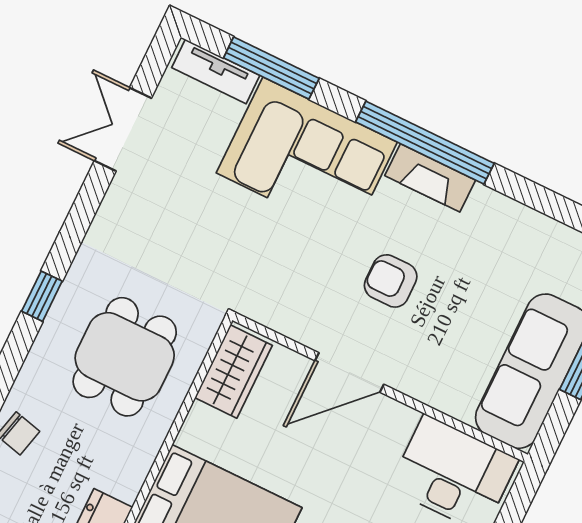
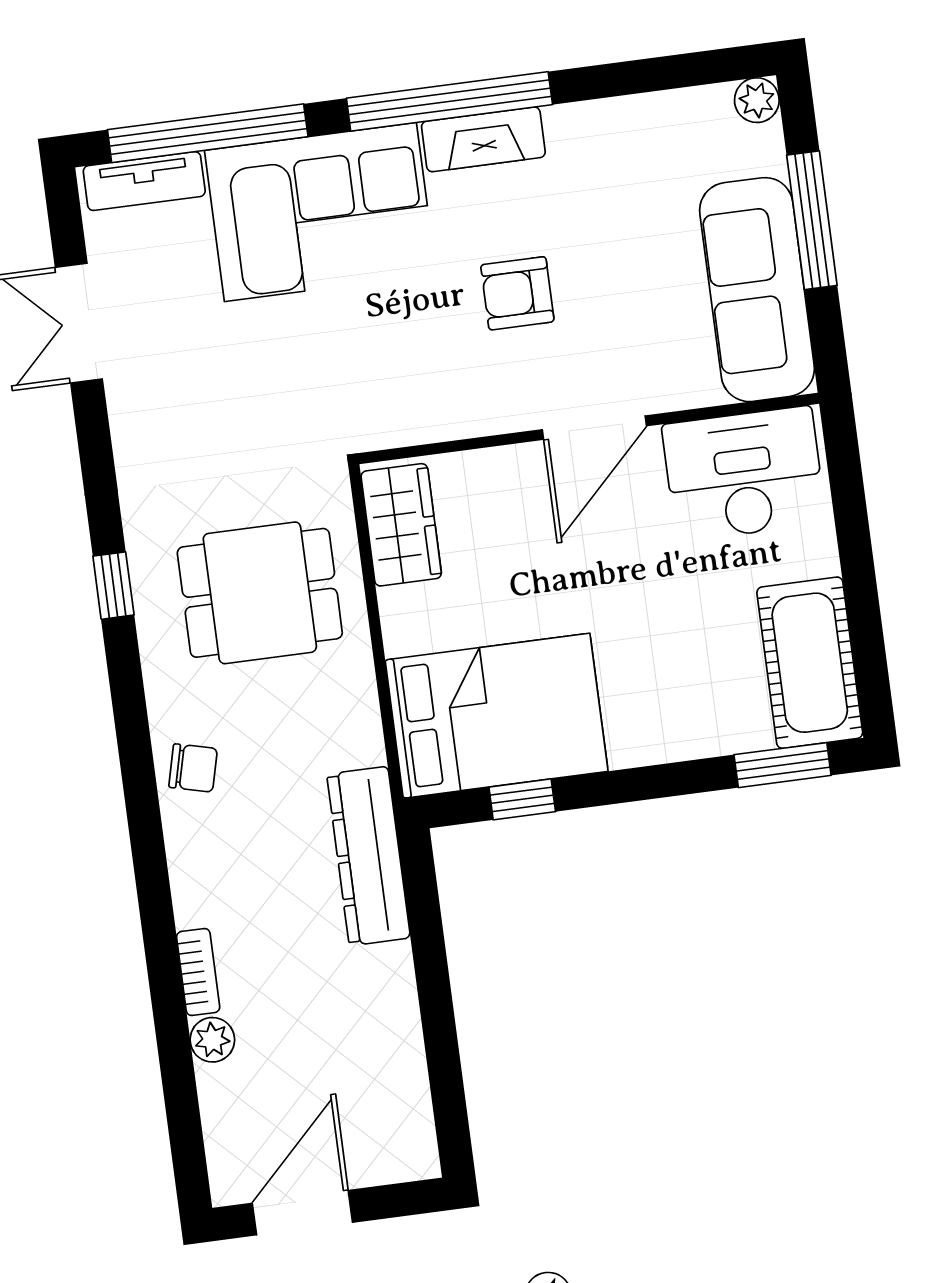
window: (271, 68) -> (208, 133), width x1.46
dining table: (125, 357) -> (260, 593), turned 90
door: (349, 373) -> (594, 428), moved

